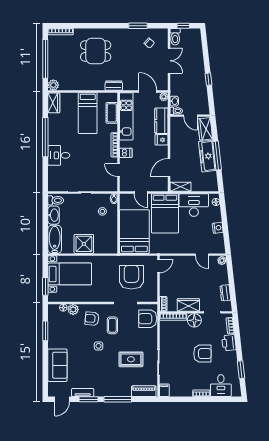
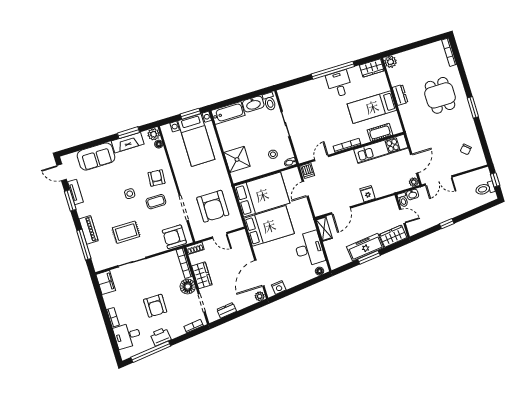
window: (138, 26) -> (473, 107), moved
toilet: (175, 37) -> (485, 189), moved
window: (45, 59) -> (415, 45), removed
double door: (169, 61) -> (439, 181), moved
dresser: (114, 86) -> (400, 95), moved
door: (190, 116) -> (402, 216), swing flipped
kitchen counter: (161, 121) -> (388, 187), removed
dishwasher: (126, 153) -> (308, 171), moved
desk: (59, 155) -> (339, 84), moved
window: (217, 155) -> (369, 257), width x0.69
door: (169, 167) -> (341, 210), swing flipped
bed: (165, 213) -> (269, 226), moved, turned 180
nightstand: (218, 228) -> (279, 287), moved
shower: (84, 244) -> (237, 159), moved
door: (202, 255) -> (259, 273), width x1.88
door: (158, 266) -> (220, 235), moved
armchair: (131, 277) -> (213, 206), turned 90
window: (45, 286) -> (190, 114), moved
plant: (73, 309) -> (154, 134), moved
armchair: (148, 319) -> (174, 237), turned -90
fireplace: (54, 334) -> (128, 143), added
printer: (229, 343) -> (161, 337), moved
rug: (131, 359) -> (126, 232), turned 90
window: (241, 370) -> (151, 352), width x2.11
filing cabinet: (164, 390) -> (106, 282), width x2.00
piano: (144, 391) -> (89, 230), moved
window: (118, 399) -> (84, 245), moved

